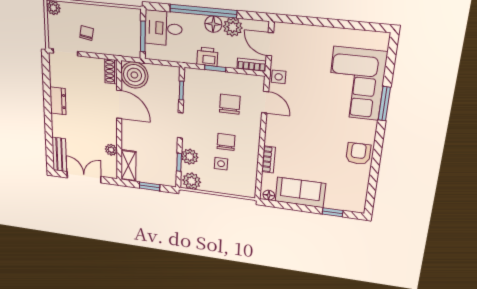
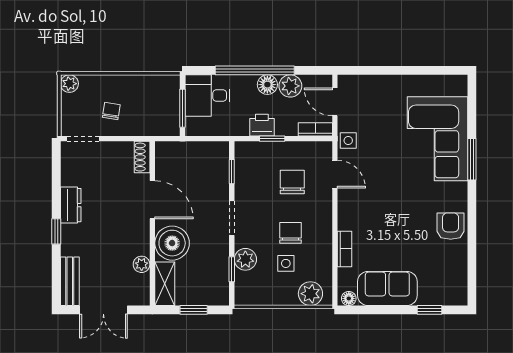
boiler: (134, 75) -> (172, 243), moved
window: (48, 118) -> (56, 231), added
double door: (84, 177) -> (103, 310), swing flipped
plant: (192, 181) -> (310, 294), moved

